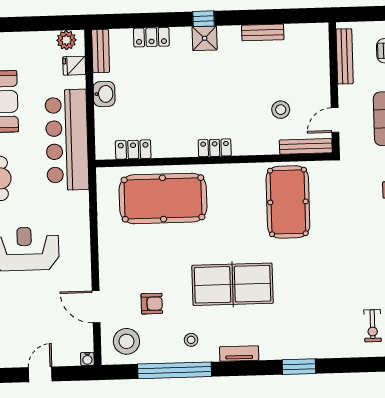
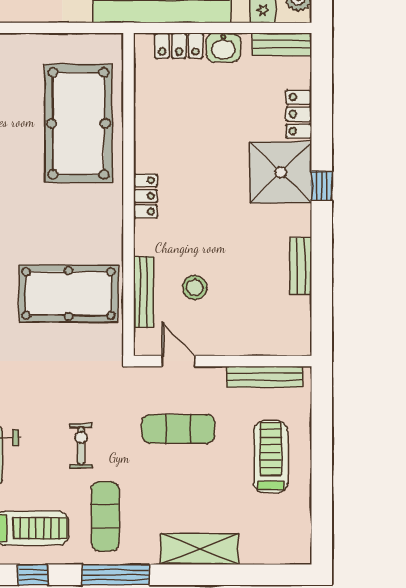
shower: (205, 38) -> (281, 172), width x1.86, depth x1.86
bench: (306, 146) -> (144, 292), moved
locker: (133, 150) -> (179, 46), moved, turned 90

